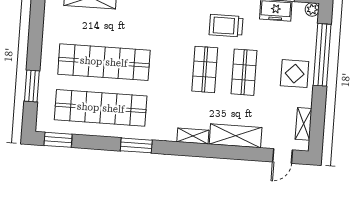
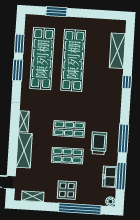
window: (58, 140) -> (19, 44), moved
window: (136, 145) -> (18, 70), moved

